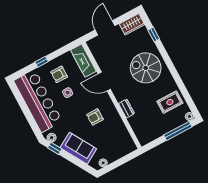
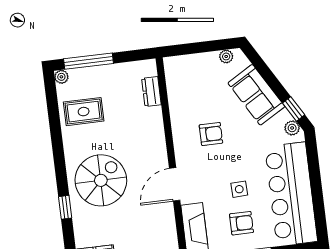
window: (154, 34) -> (65, 207), moved
spiral stairs: (146, 68) -> (101, 180), turned -90
door: (104, 82) -> (175, 184), swing flipped
dresser: (127, 109) -> (151, 92), moved

